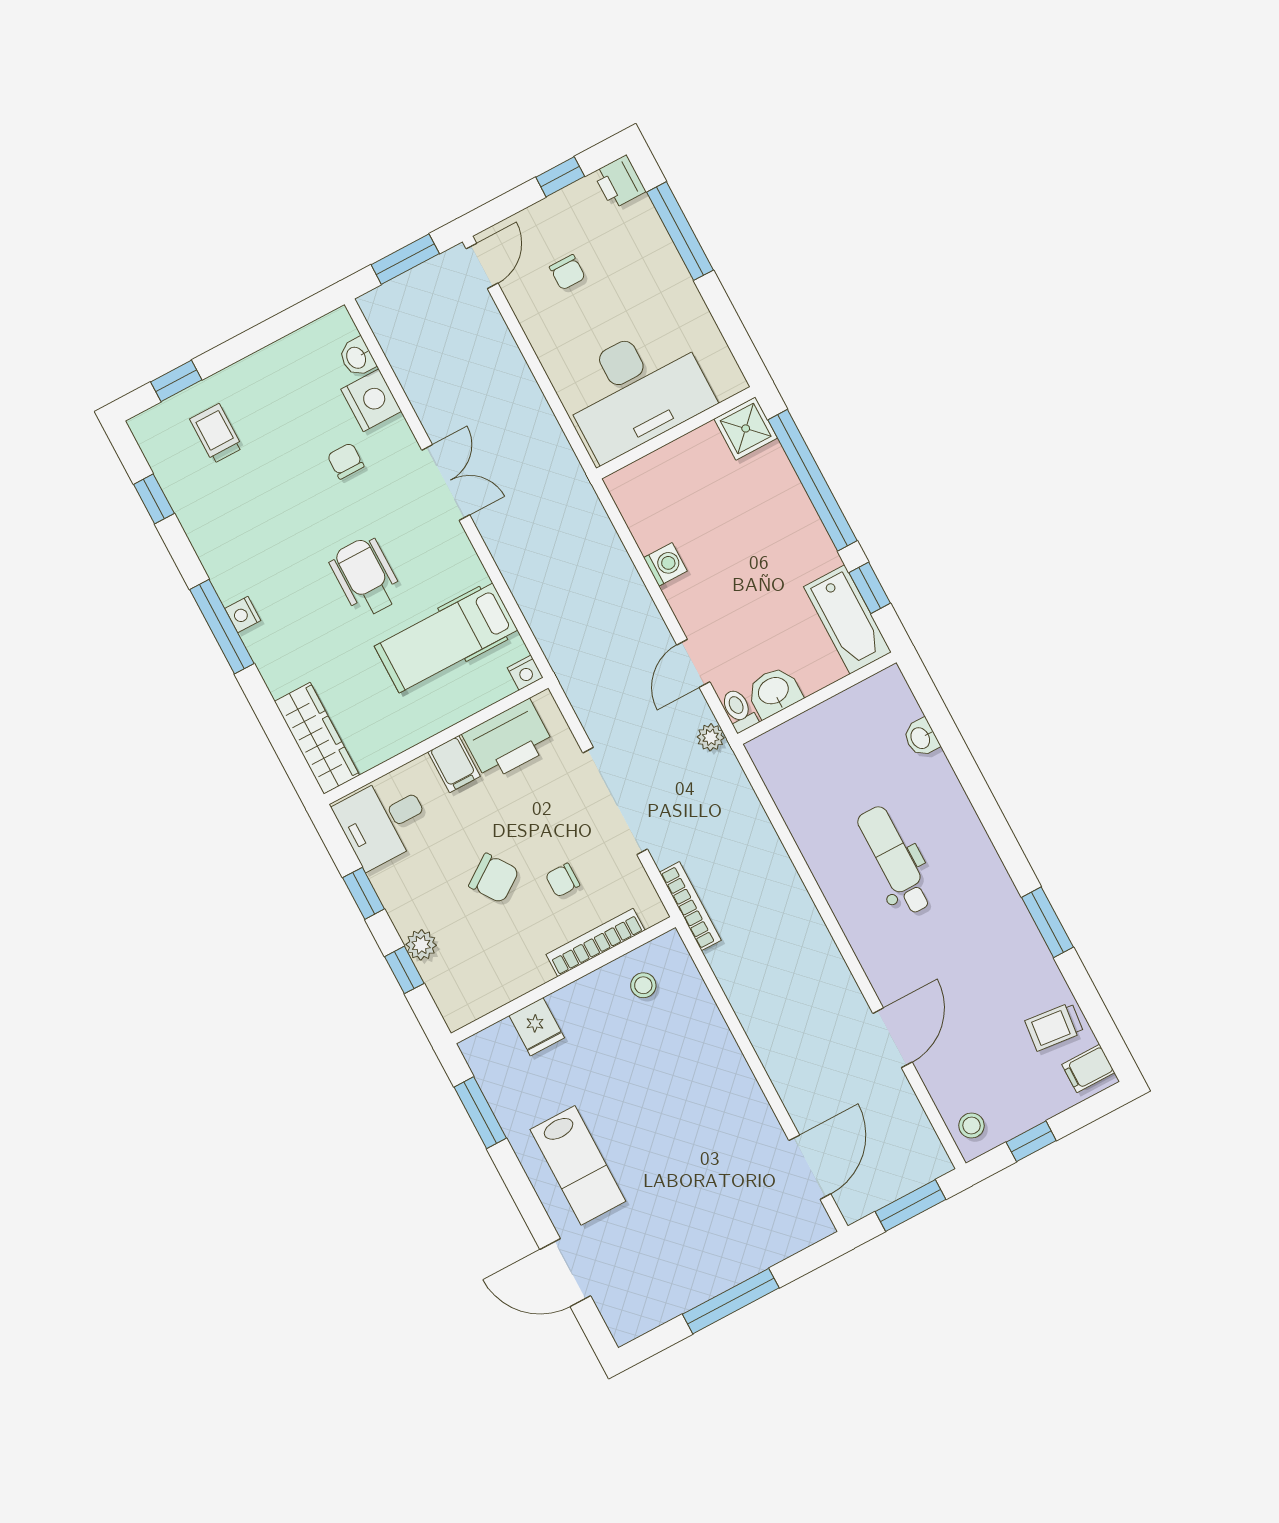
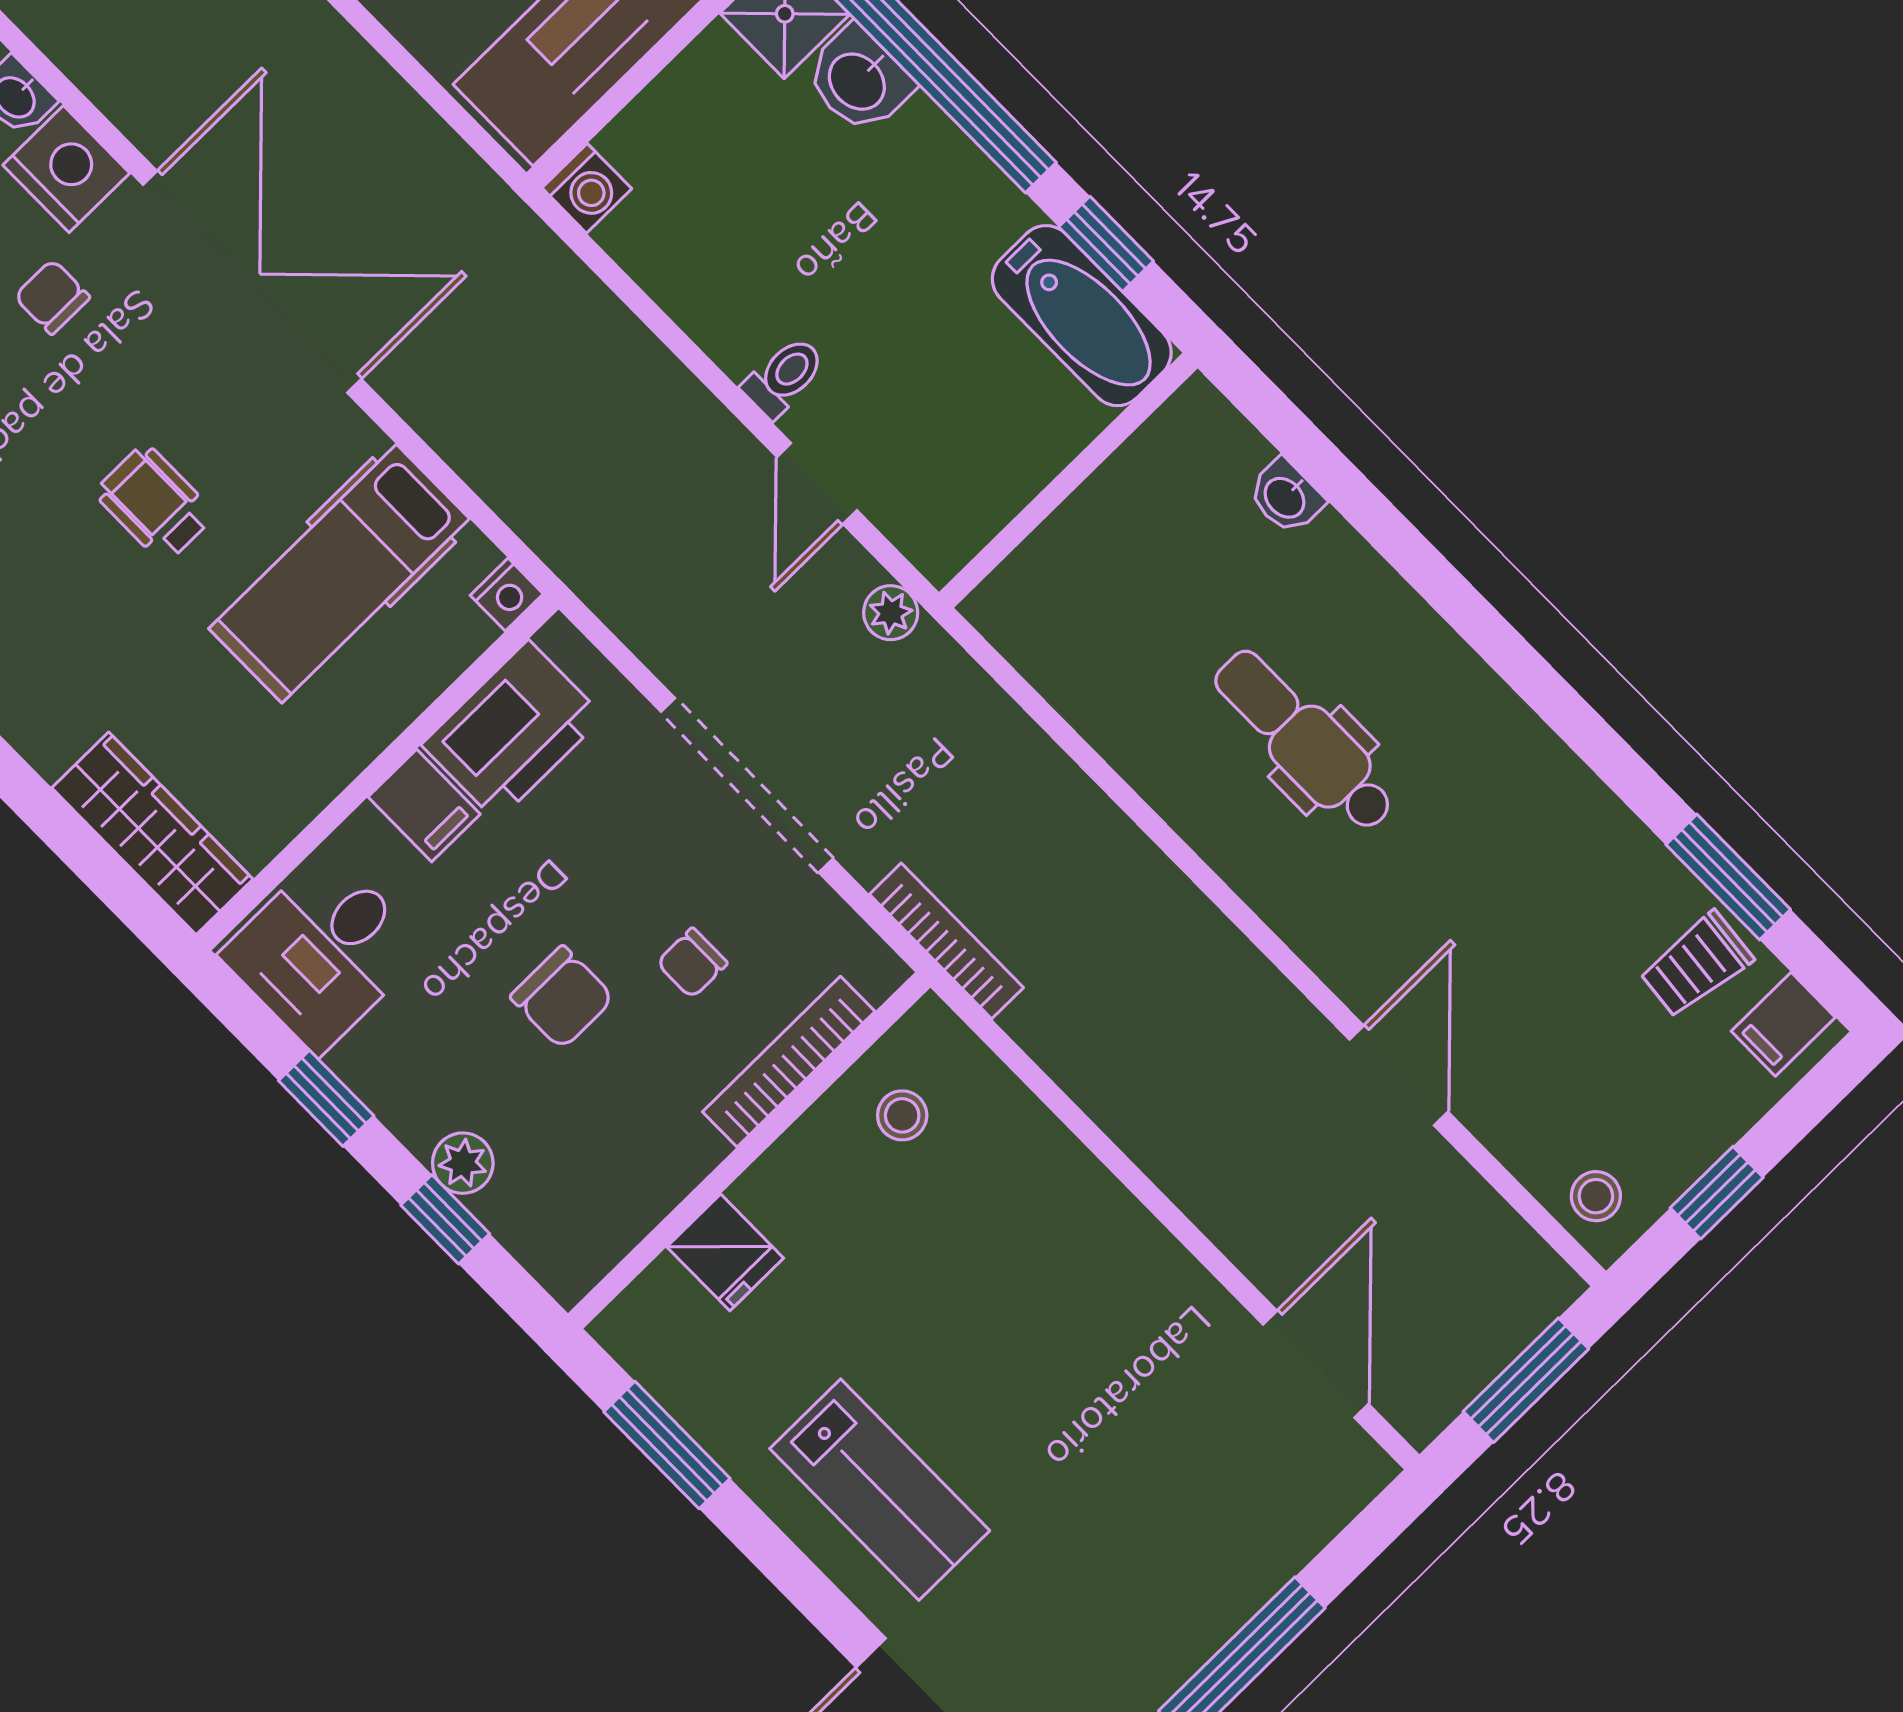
double door: (446, 483) -> (252, 282), width x1.87
washing machine: (665, 564) -> (587, 188), moved, turned 90
wheelchair: (366, 577) -> (155, 503), width x0.73, depth x0.73
washbasin: (774, 692) -> (859, 80), moved, turned -90
toilet: (739, 710) -> (784, 377), moved, turned 90
chair: (494, 878) -> (562, 997), turned 35
window: (1047, 922) -> (1728, 877), moved

